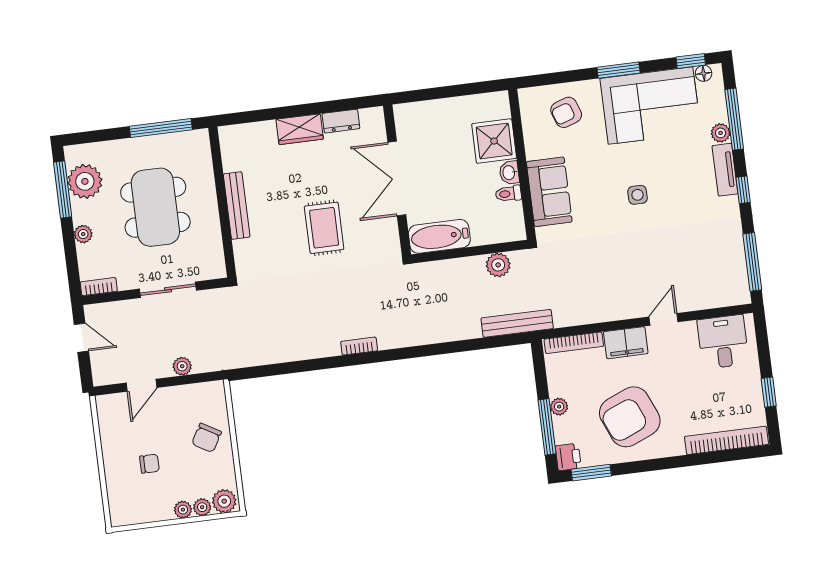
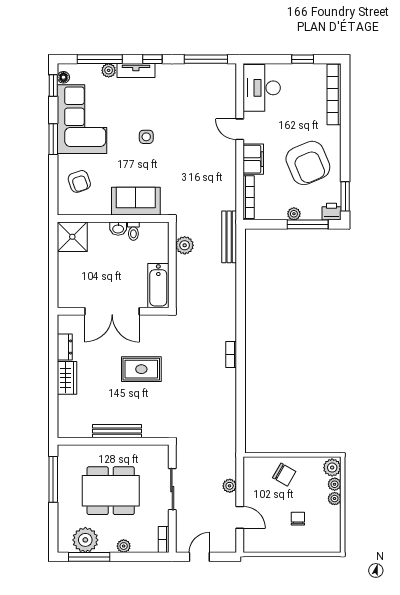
shower: (494, 141) -> (72, 237), moved
desk: (723, 342) -> (262, 88), width x1.37

